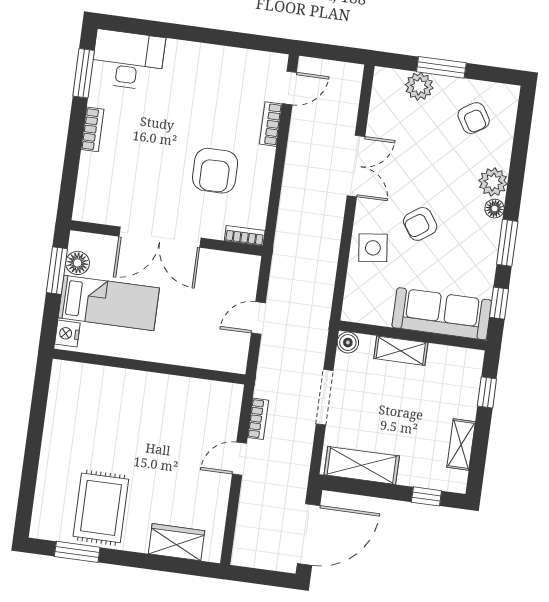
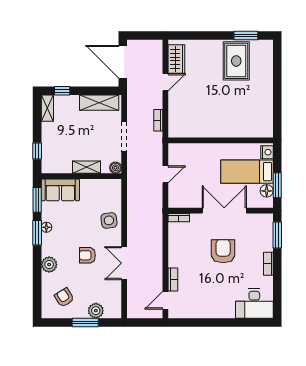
window: (84, 73) -> (277, 235), moved
armchair: (215, 171) -> (223, 251), moved
floor lamp: (495, 209) -> (46, 227), moved
armchair: (420, 224) -> (87, 255), moved, turned -145
window: (499, 303) -> (37, 200), width x1.50
sofa: (442, 314) -> (60, 190), width x0.73
shelving: (461, 444) -> (47, 108), moved
door: (239, 459) -> (165, 82), moved
door: (309, 535) -> (123, 62), hinge flipped
wardrobe: (176, 542) -> (176, 59), moved, turned -90

